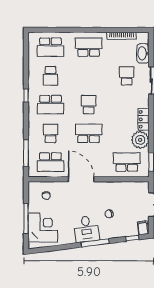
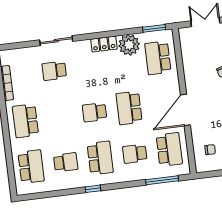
washbasin: (143, 53) -> (25, 55), removed

